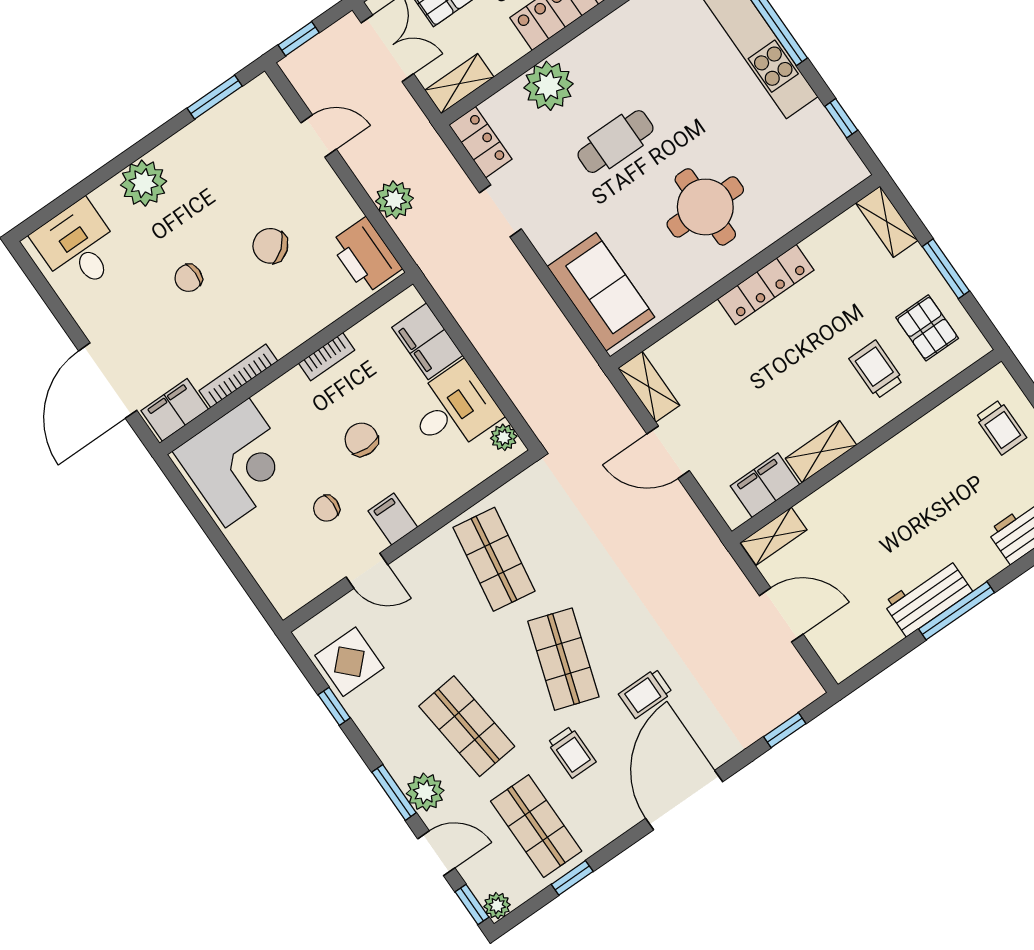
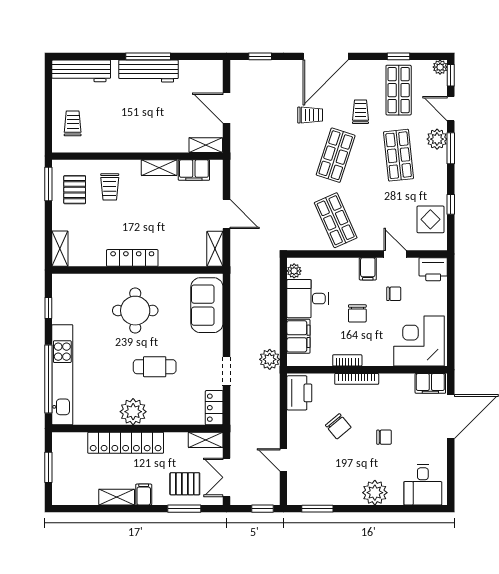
plant: (549, 86) -> (133, 412), moved
plant: (394, 200) -> (270, 359), moved
window: (946, 269) -> (48, 184), moved
bookcase: (238, 376) -> (357, 379), moved
shop shelf: (494, 559) -> (336, 220), turned -33
printer: (292, 588) -> (433, 269), added
workbench: (928, 597) -> (149, 71), width x1.37

